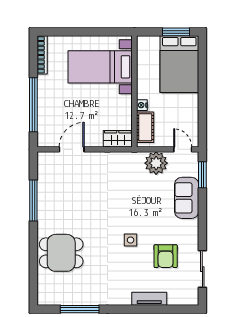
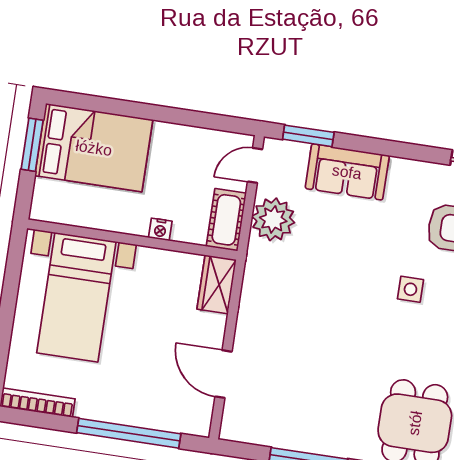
cot: (145, 127) -> (226, 220), moved, turned 90

